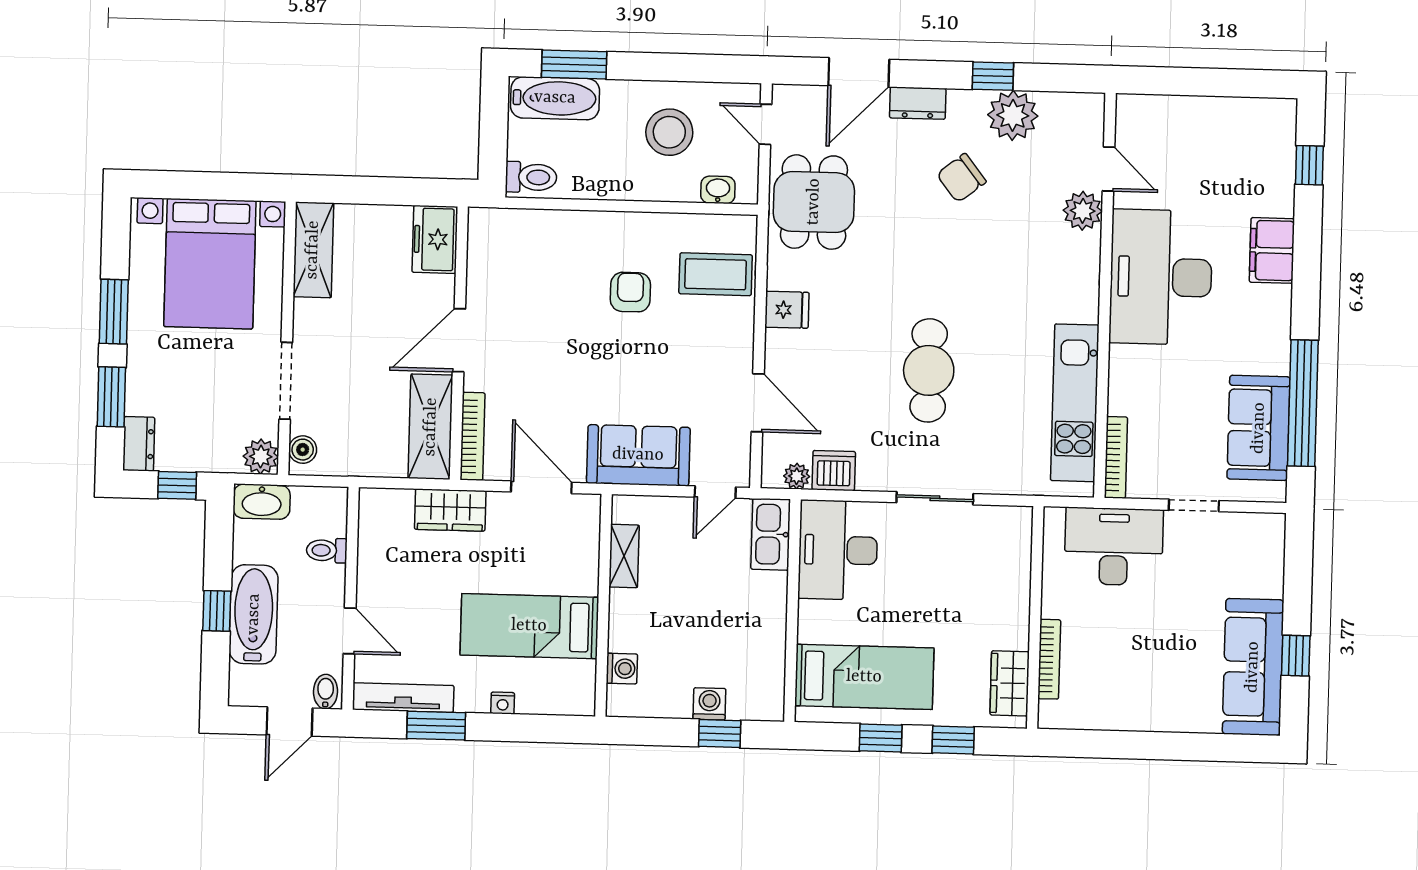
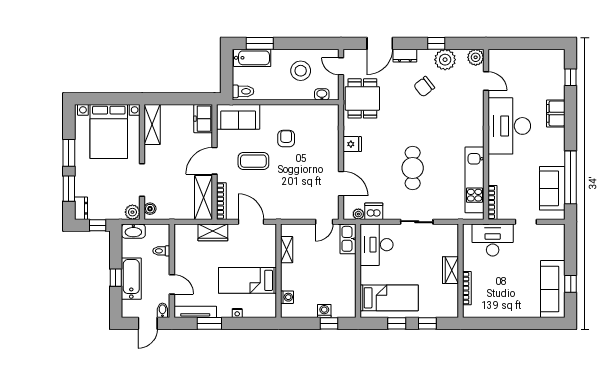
plant: (1083, 211) -> (476, 57), moved
coffee table: (716, 274) -> (253, 161), moved
sofa: (638, 455) -> (238, 117), moved, turned 180
wardrobe: (1010, 683) -> (450, 270), moved

